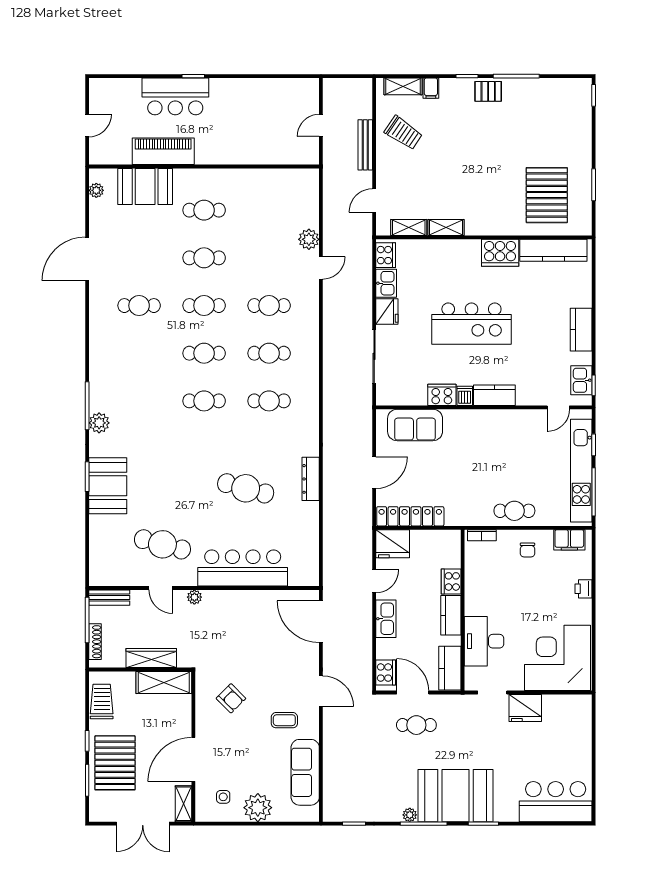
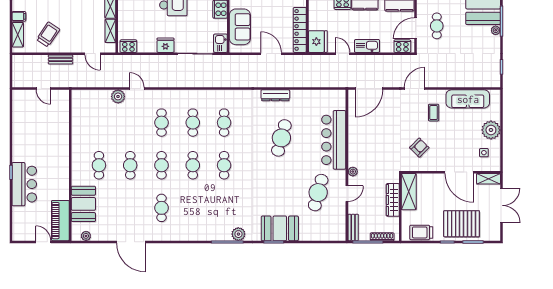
bench: (365, 145) -> (61, 59), width x0.73
piano: (163, 151) -> (60, 221), moved
kitchen sink: (386, 283) -> (220, 43), moved, turned -90

